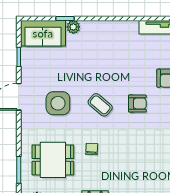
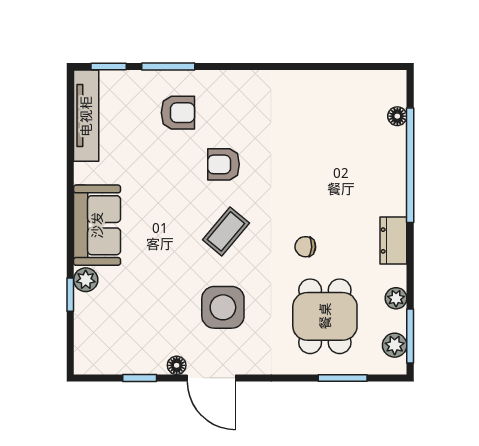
sofa: (43, 33) -> (97, 225), moved
floor lamp: (26, 77) -> (177, 365), added
armchair: (137, 104) -> (223, 164), turned -90

